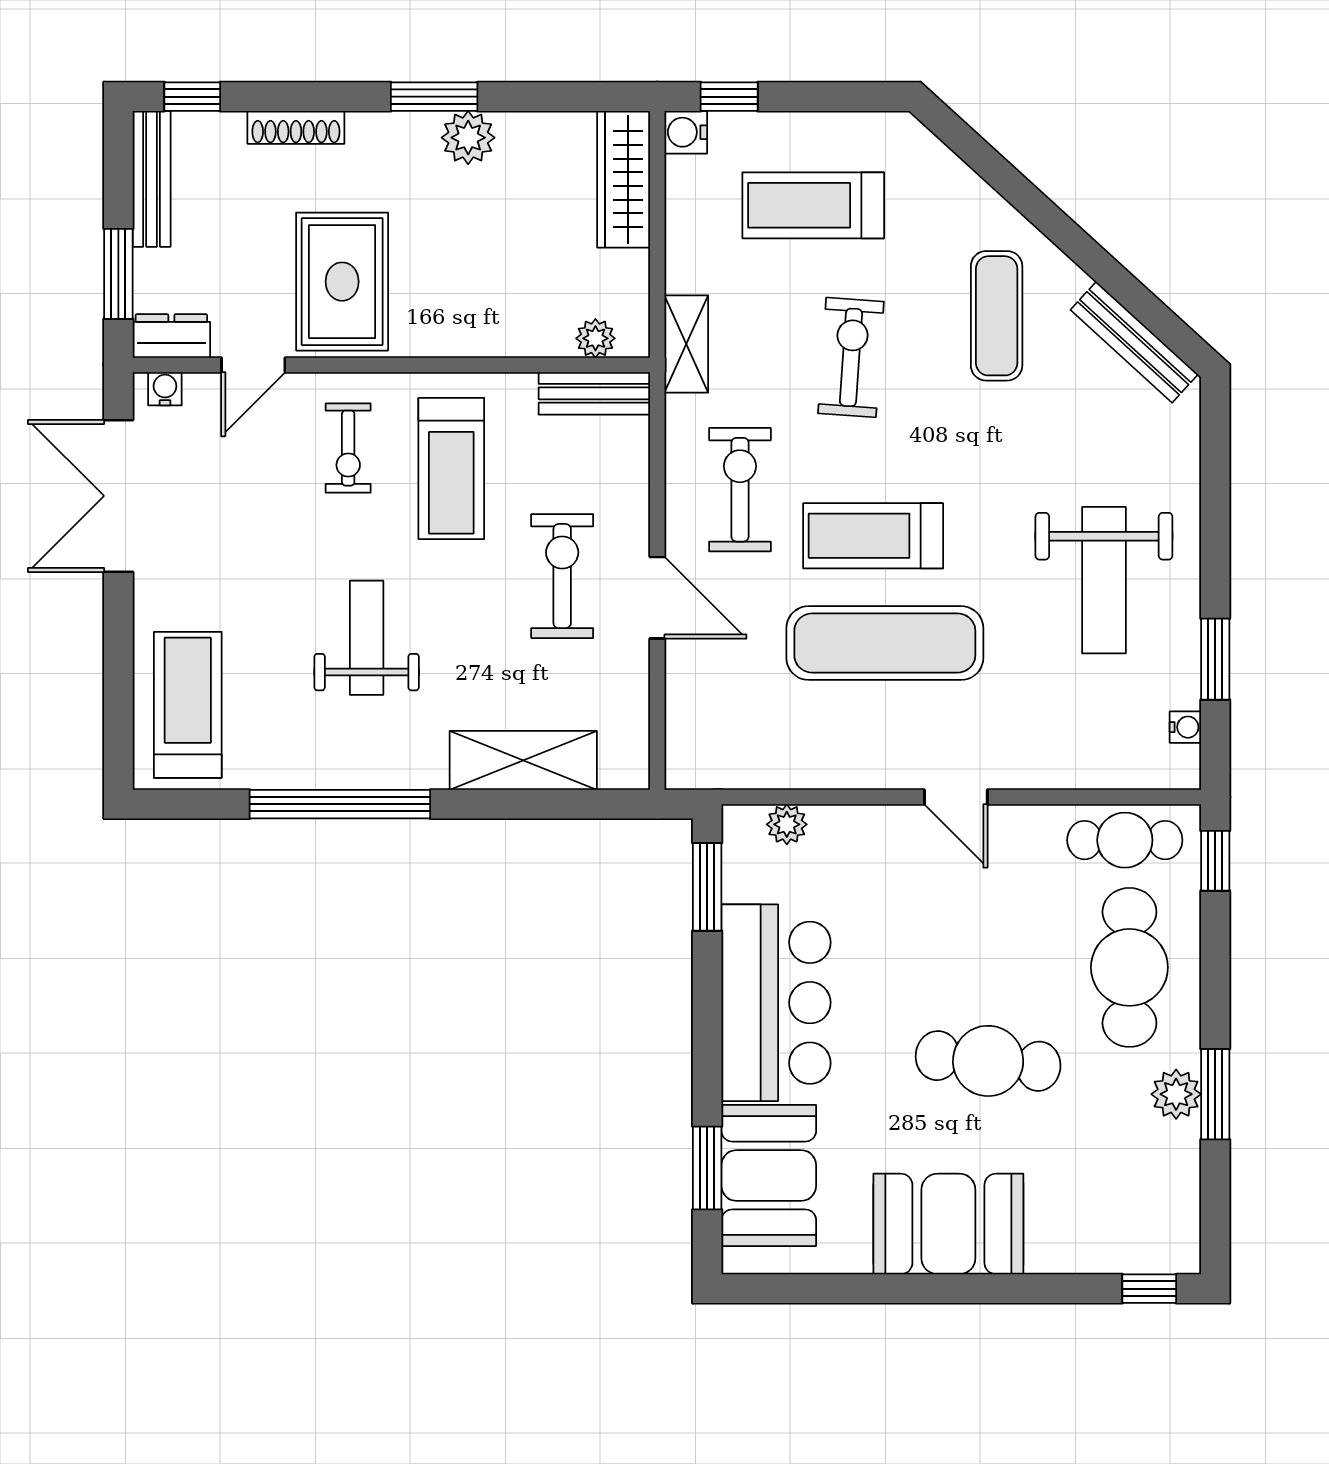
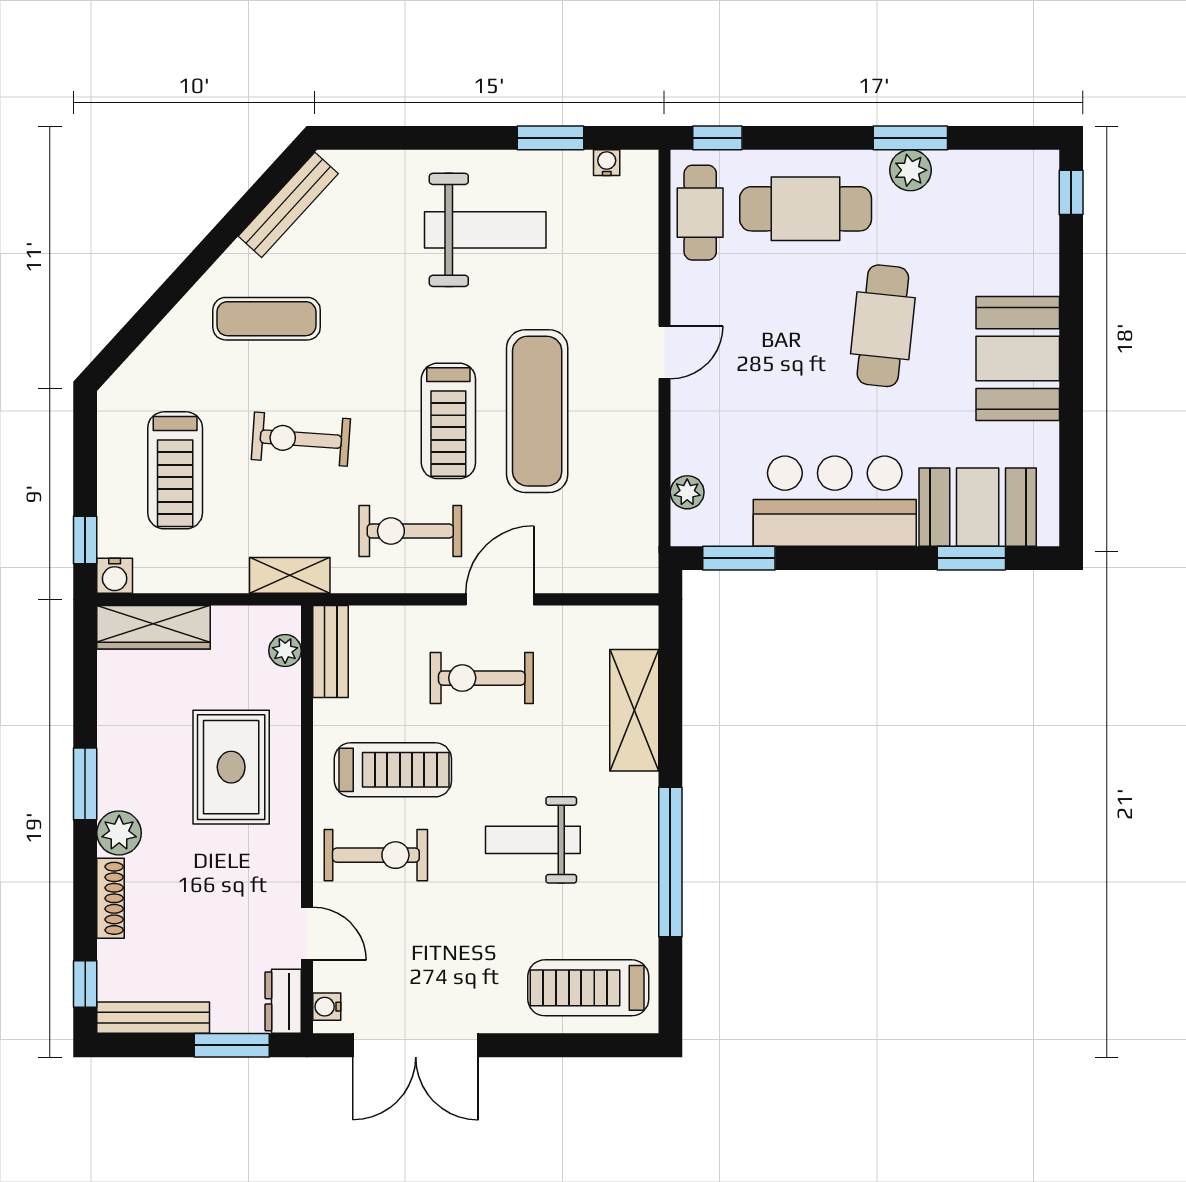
plant: (468, 138) -> (119, 833), moved
rug: (342, 282) -> (231, 767), moved, turned 90
exercise bike: (348, 448) -> (376, 855), width x1.38, depth x1.39

